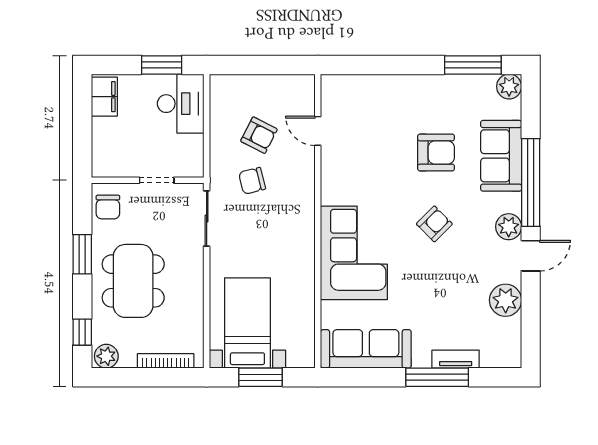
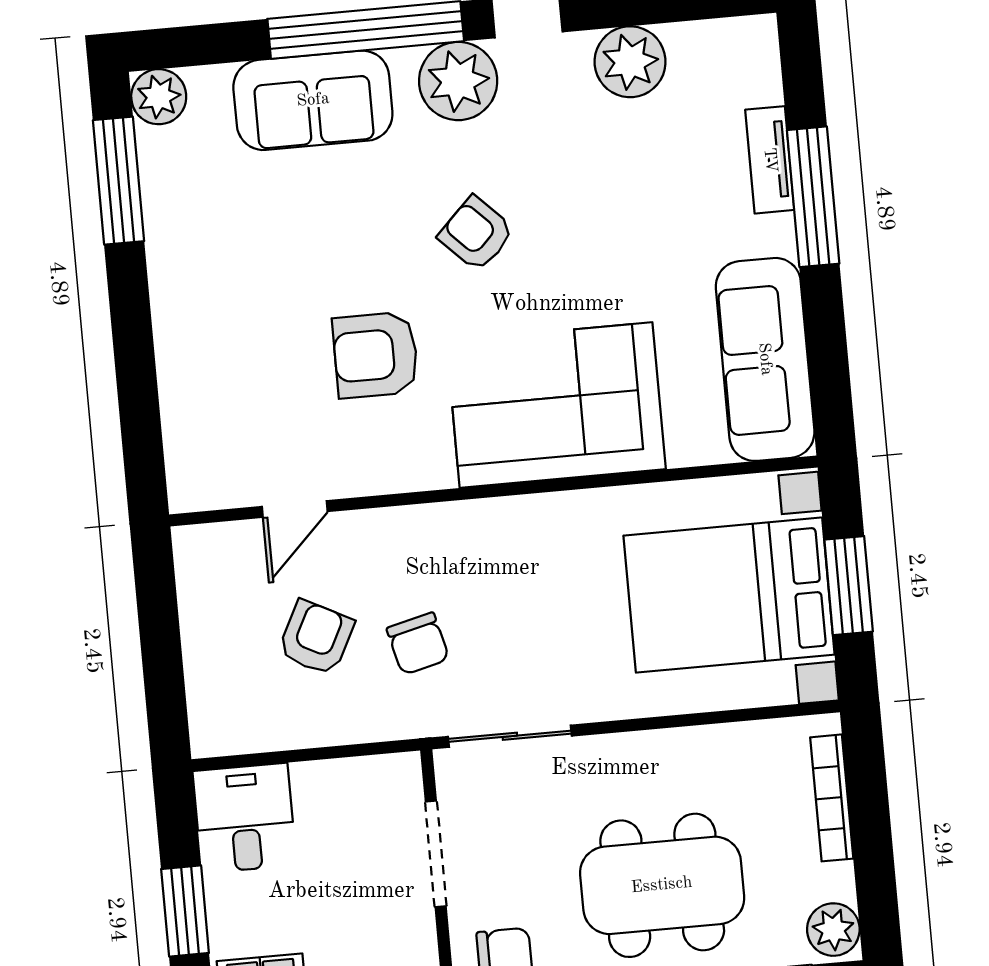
window: (162, 65) -> (185, 911), moved
desk: (181, 104) -> (245, 818), width x0.73
armchair: (436, 152) -> (376, 355), moved, turned -90
doorway: (157, 180) -> (436, 854), width x1.38
plant: (509, 227) -> (458, 81), width x1.36, depth x1.36
bed with nightstands: (247, 323) -> (729, 595), width x1.36

